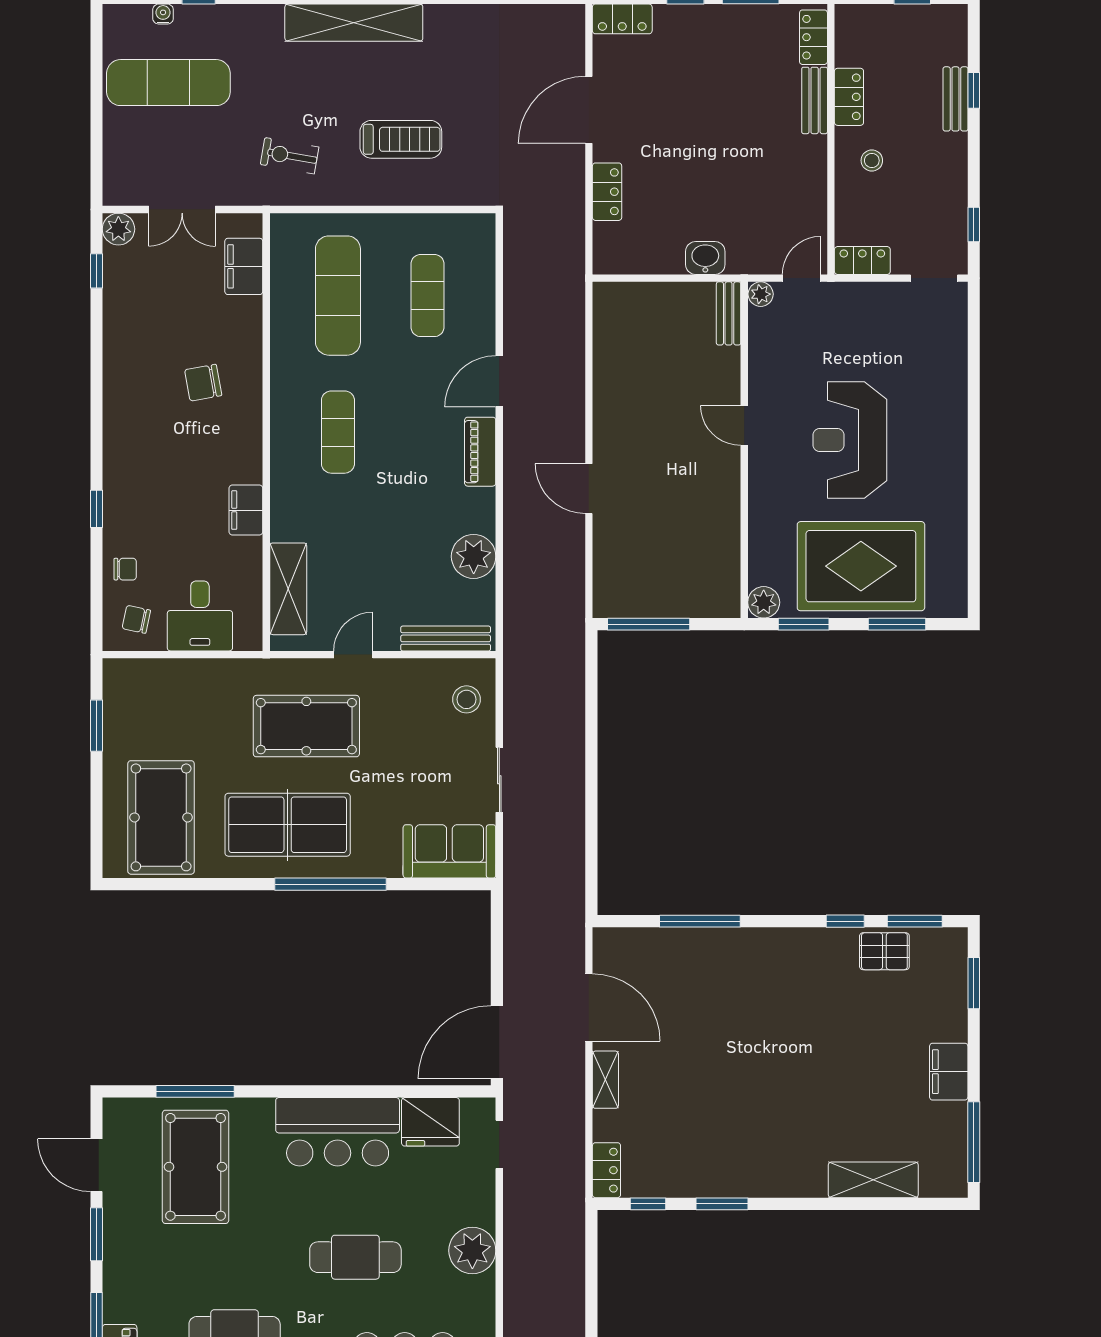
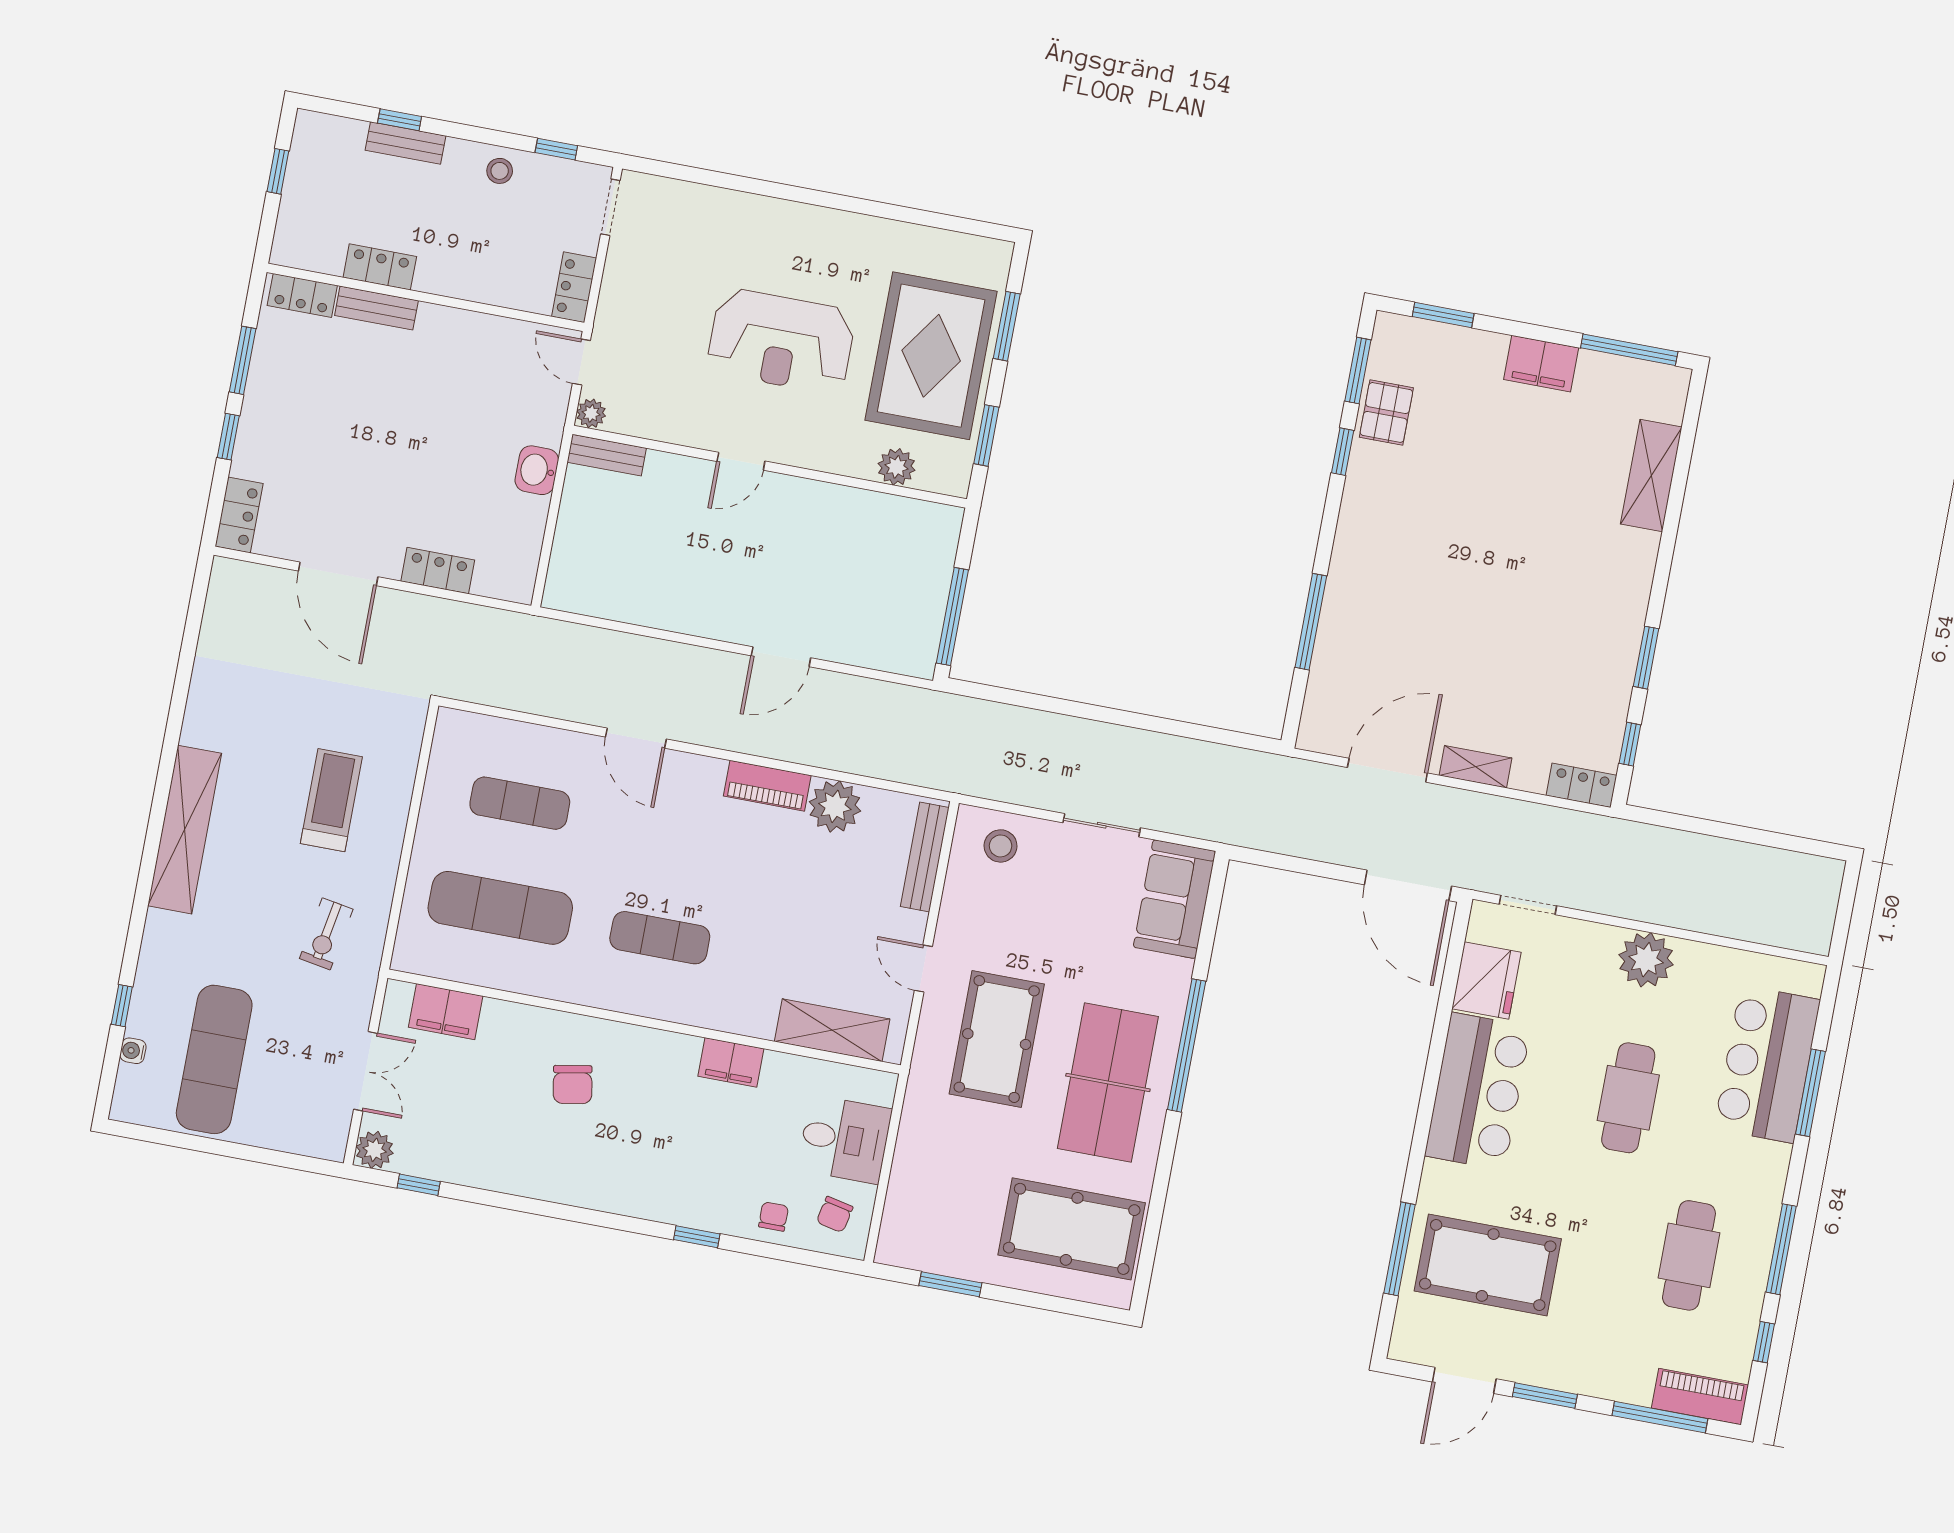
stool: (872, 161) -> (500, 171), moved
piano: (480, 452) -> (767, 786), moved
plant: (764, 602) -> (897, 467), moved

